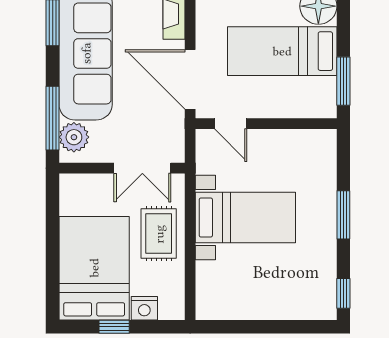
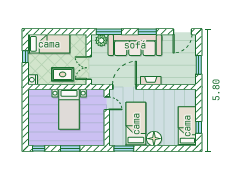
door: (231, 124) -> (107, 103), swing flipped
bed: (94, 268) -> (49, 44), width x0.67
nightstand: (144, 308) -> (33, 80), moved

